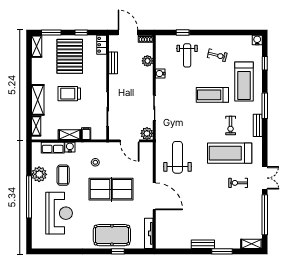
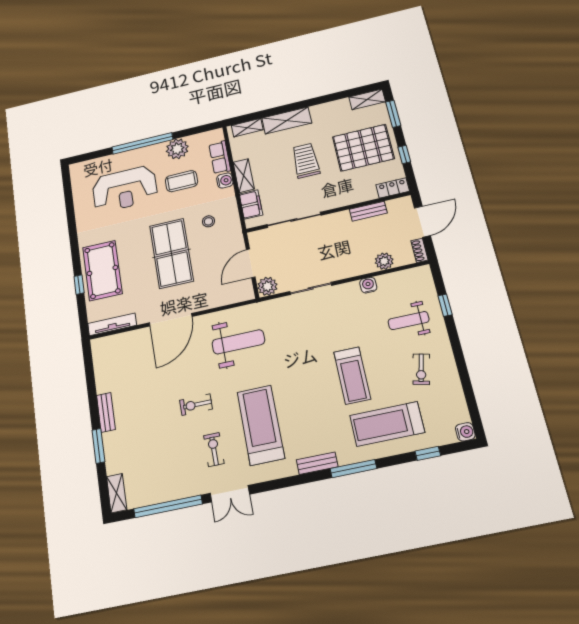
treadmill: (212, 95) -> (352, 376), turned 180
exercise bike: (231, 125) -> (196, 405), moved
filing cabinet: (86, 134) -> (251, 204), width x2.00

